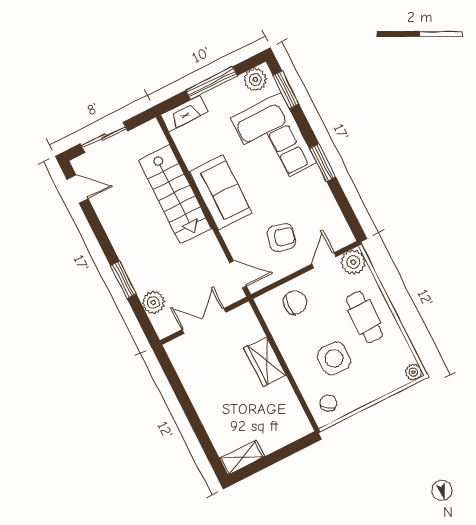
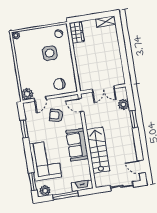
window: (323, 162) -> (24, 129), moved
cafe table: (364, 317) -> (30, 67), removed
wardrobe: (265, 361) -> (77, 32), moved

